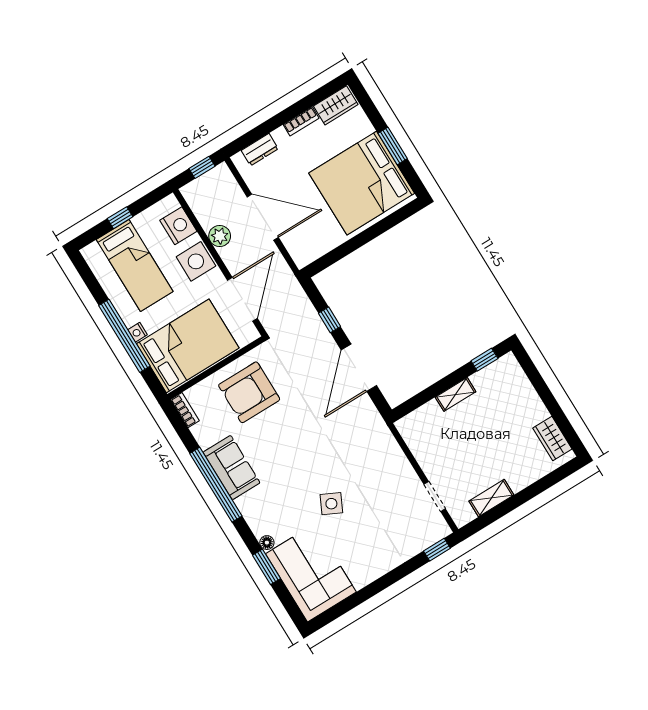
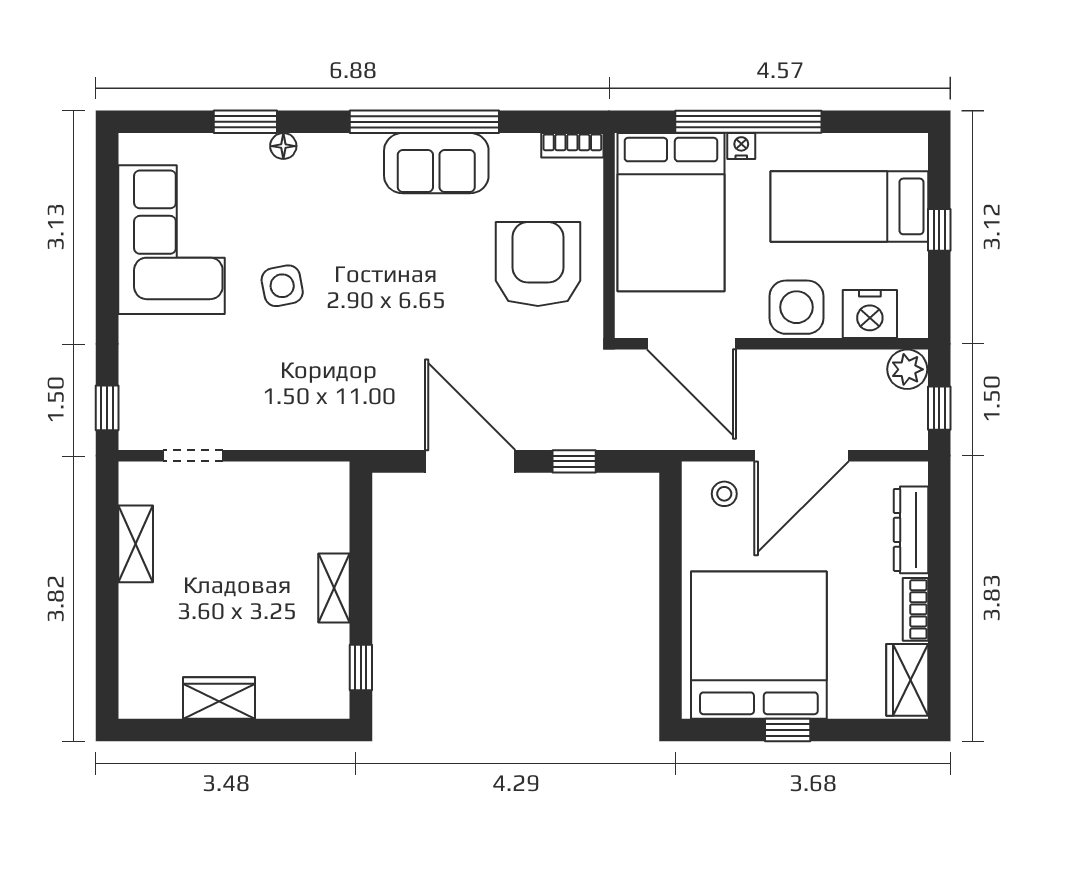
window: (393, 146) -> (788, 730), width x0.67
dresser: (260, 150) -> (911, 530), width x1.44
plant: (220, 236) -> (907, 369), moved
stool: (302, 242) -> (724, 494), added
wardrobe: (552, 439) -> (219, 698), moved
side table: (331, 504) -> (282, 286), turned -37
corner sofa: (311, 573) -> (171, 240), moved, turned -90

